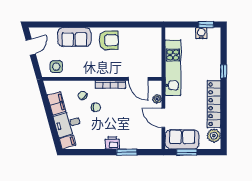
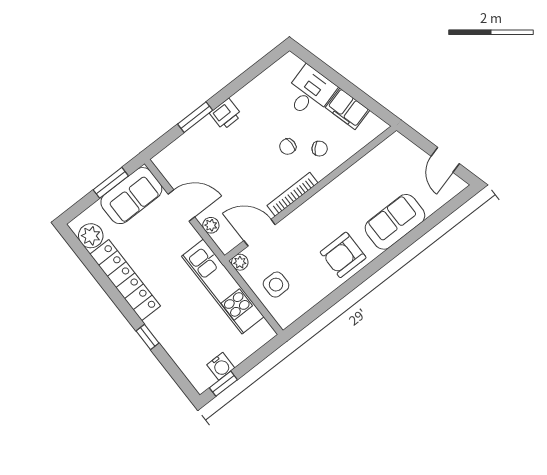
side table: (56, 67) -> (276, 285), moved
plant: (157, 73) -> (240, 262), added
filing cabinet: (67, 142) -> (290, 66), removed

